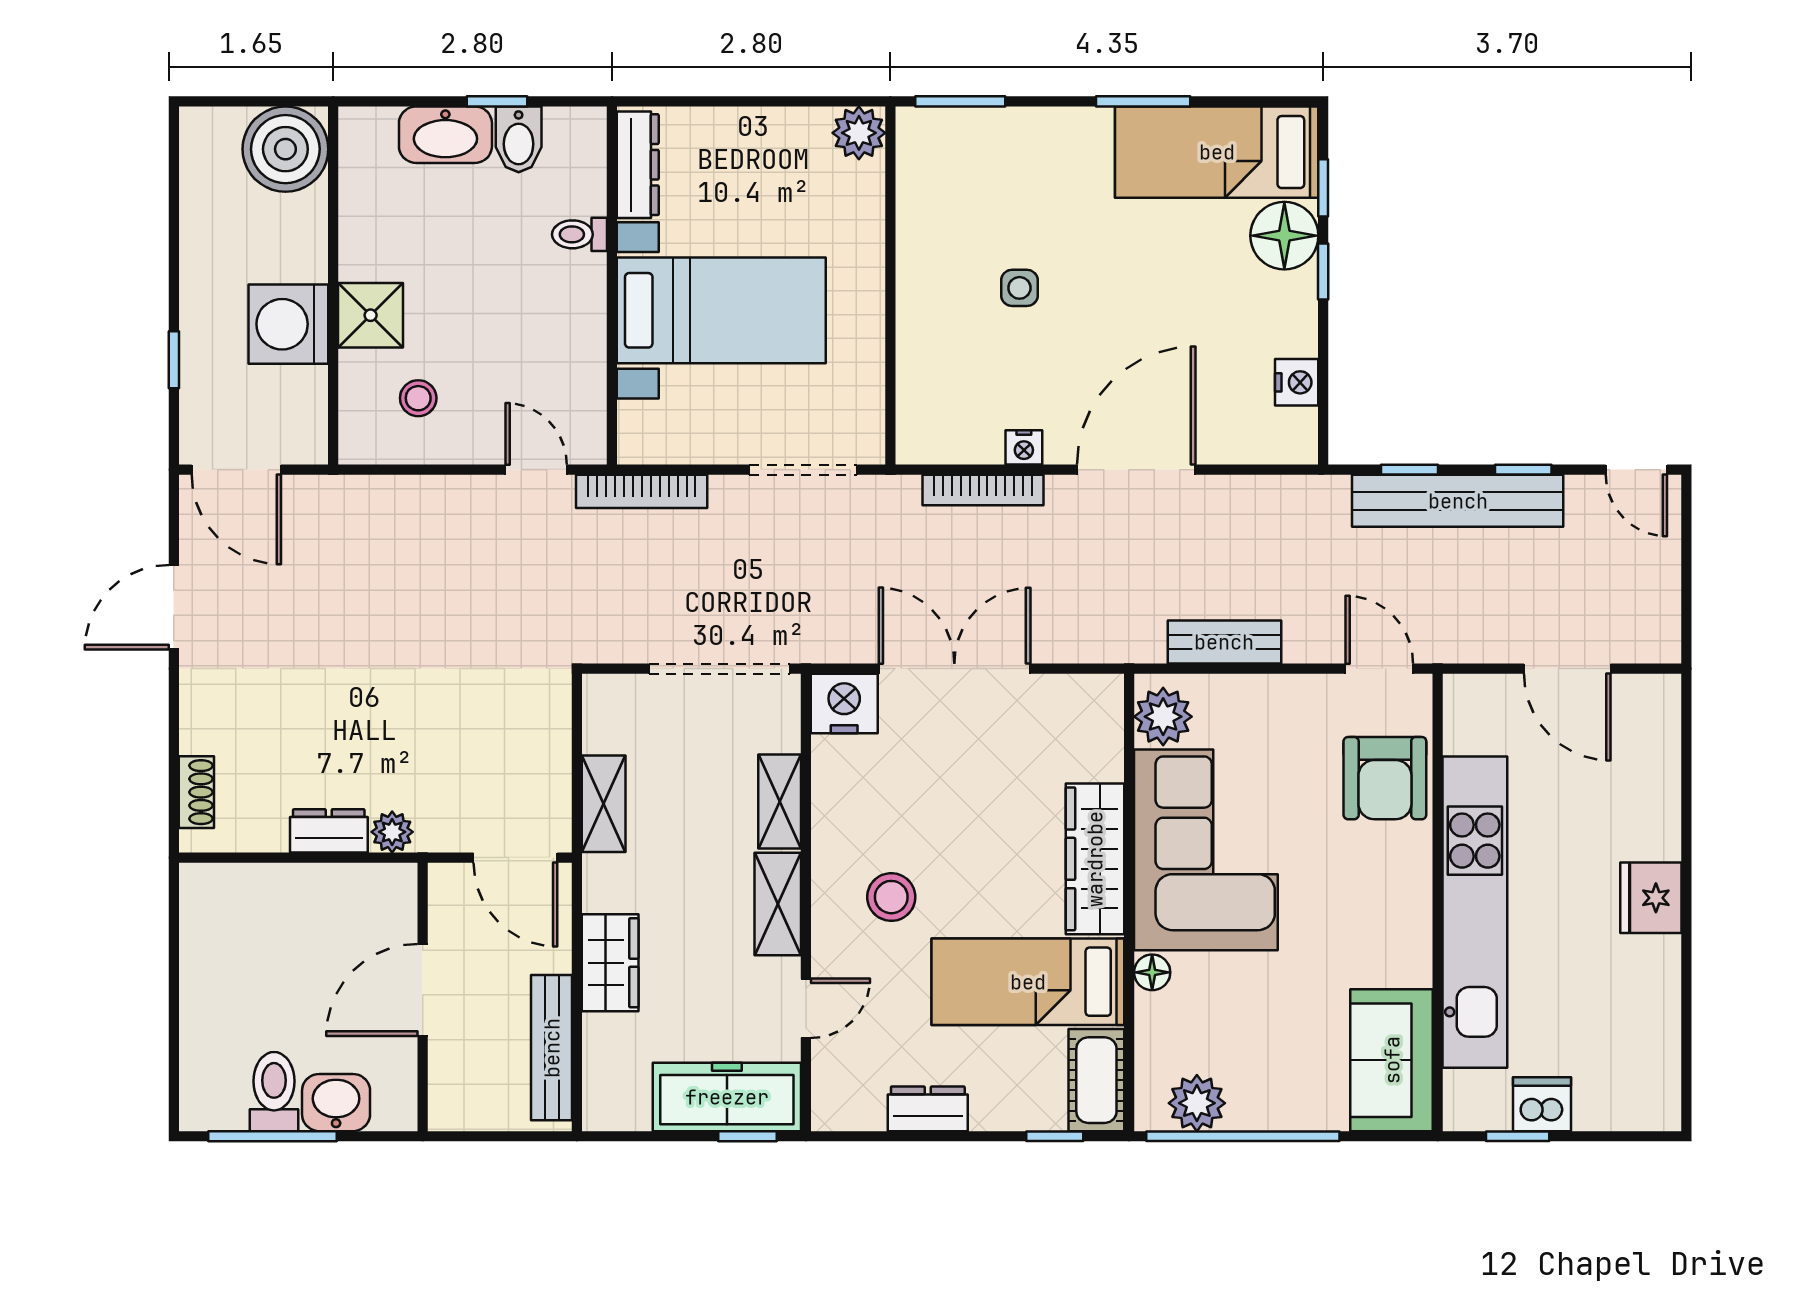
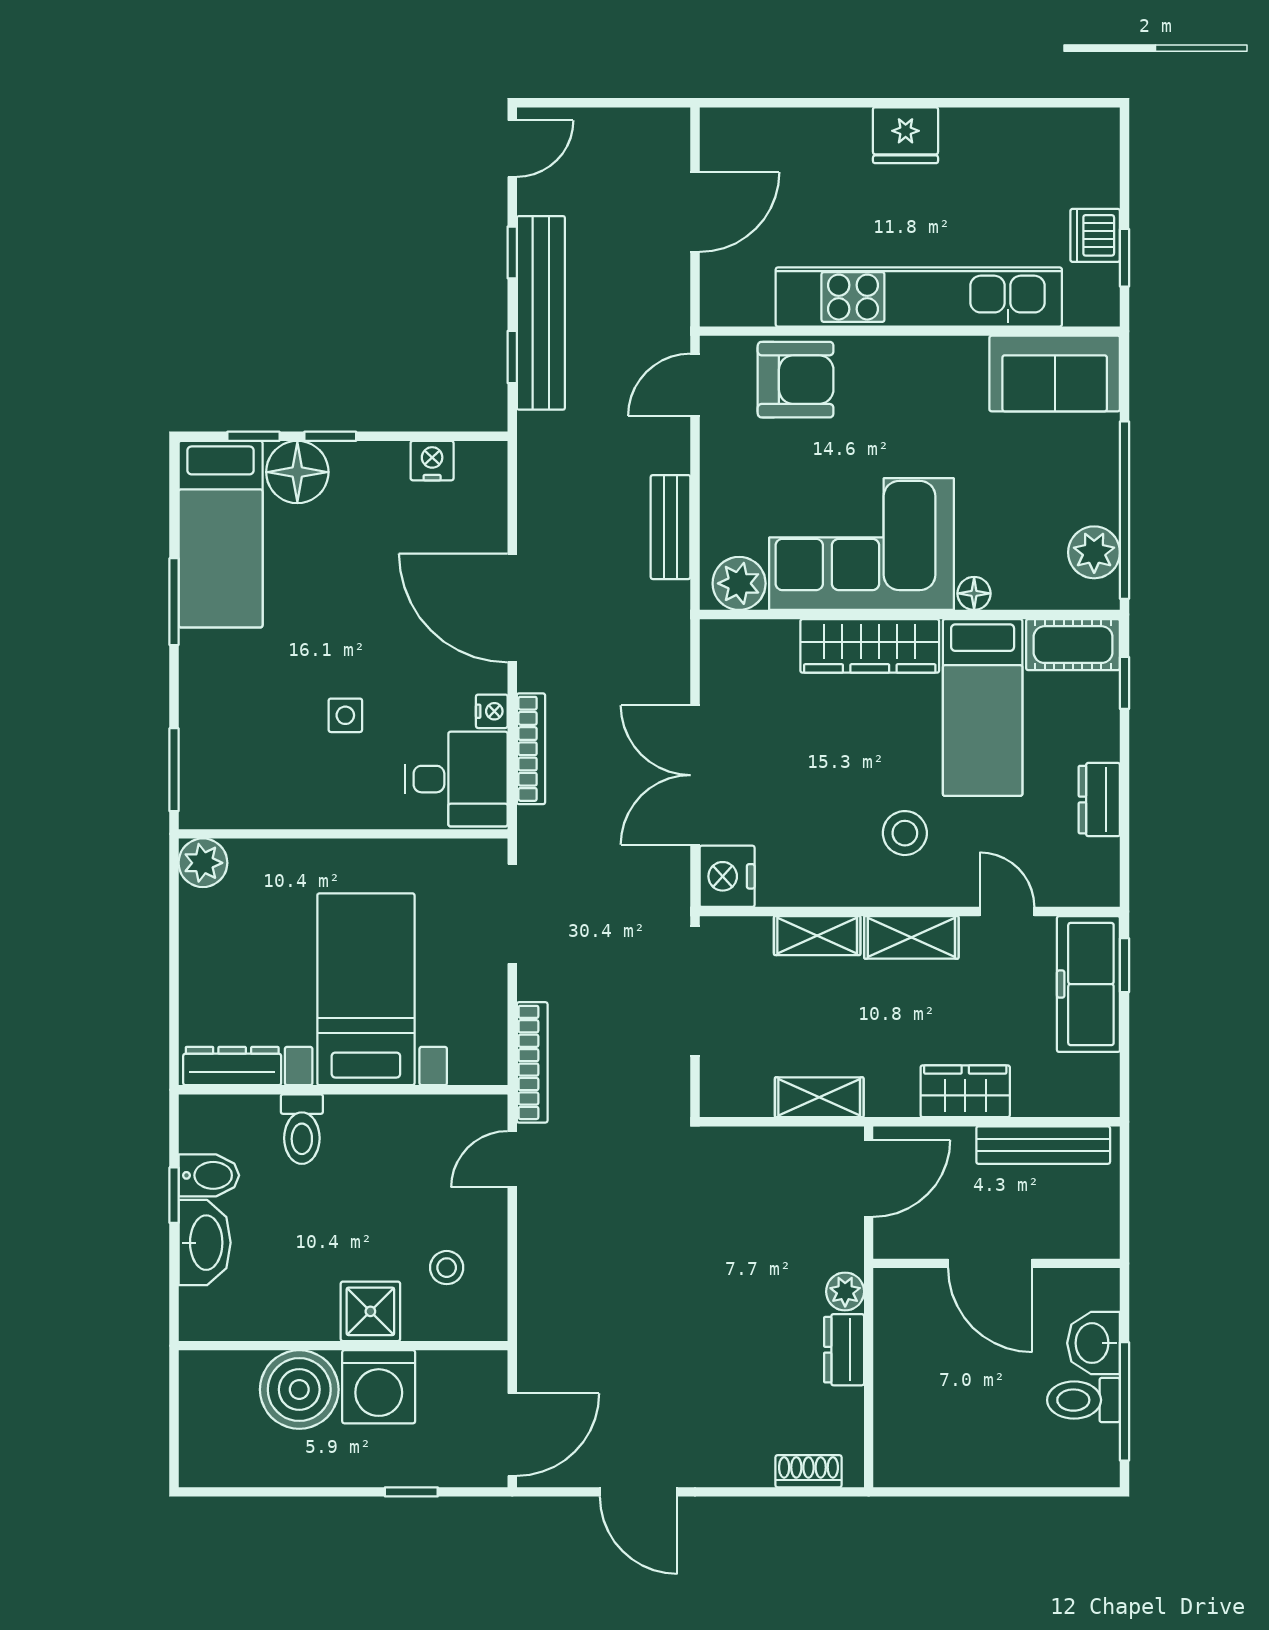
boiler: (285, 149) -> (299, 1390), moved
toilet: (580, 234) -> (302, 1129), width x1.37, depth x1.39
desk: (950, 409) -> (457, 779), added

